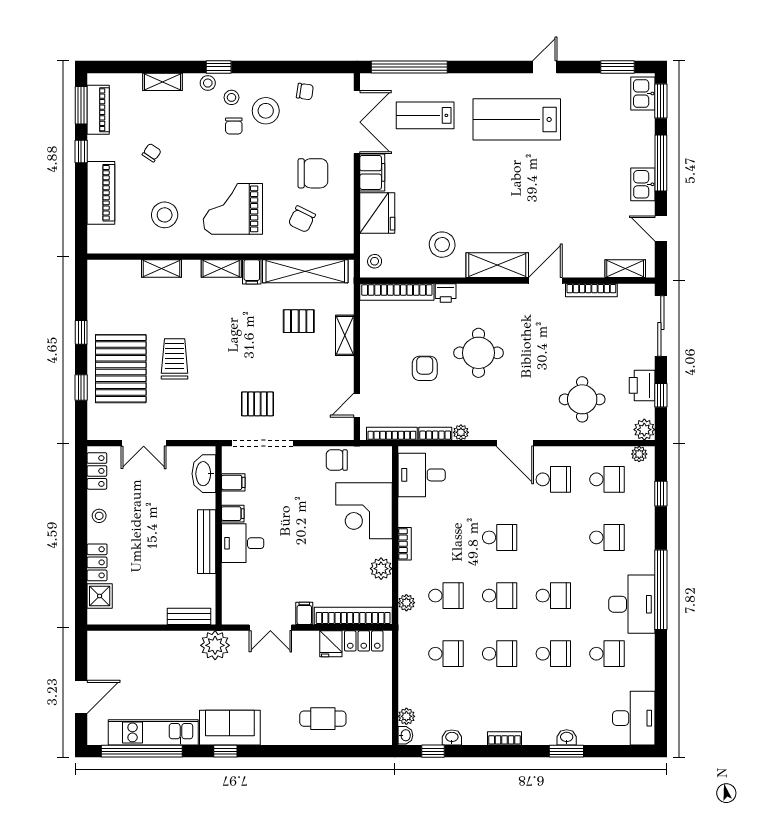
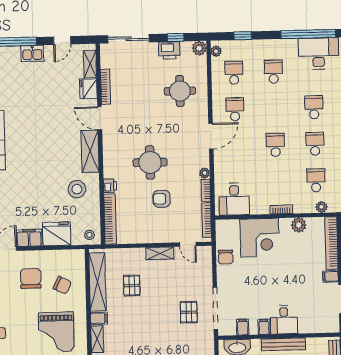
fridge: (589, 265) -> (88, 89), added
shelving: (345, 335) -> (160, 253), moved

